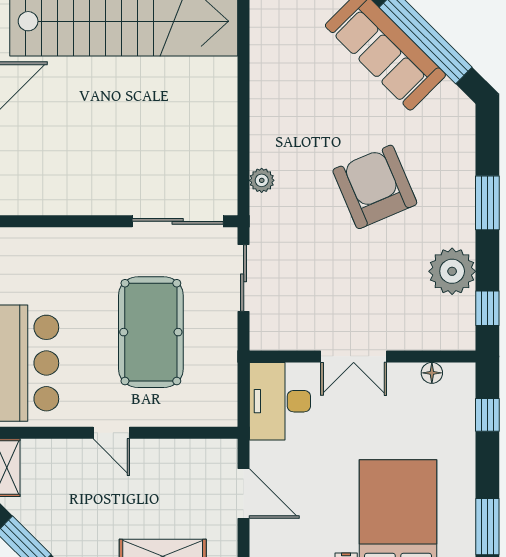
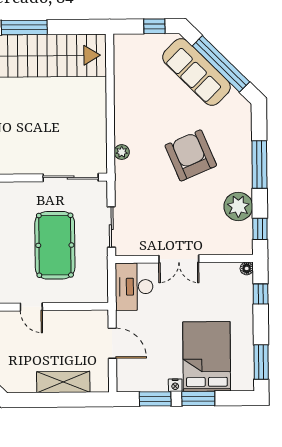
window: (487, 203) -> (259, 165), width x1.44
sliding door: (244, 278) -> (111, 227), moved
floor lamp: (432, 373) -> (247, 268), moved

